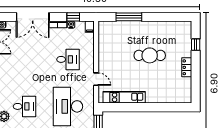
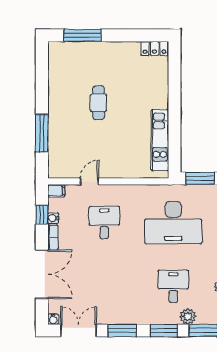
window: (196, 45) -> (83, 35), width x2.17
cafe table: (150, 55) -> (98, 103), width x0.73, depth x0.74
locker: (187, 67) -> (154, 48), moved
door: (96, 79) -> (89, 181), moved

